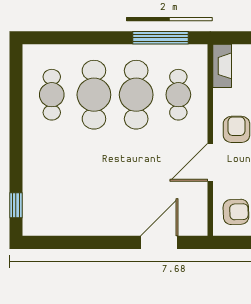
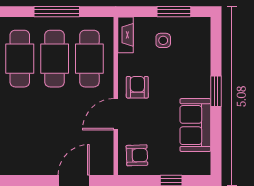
window: (161, 38) -> (57, 12), moved
cafe table: (178, 95) -> (89, 59), width x1.37, depth x1.35

